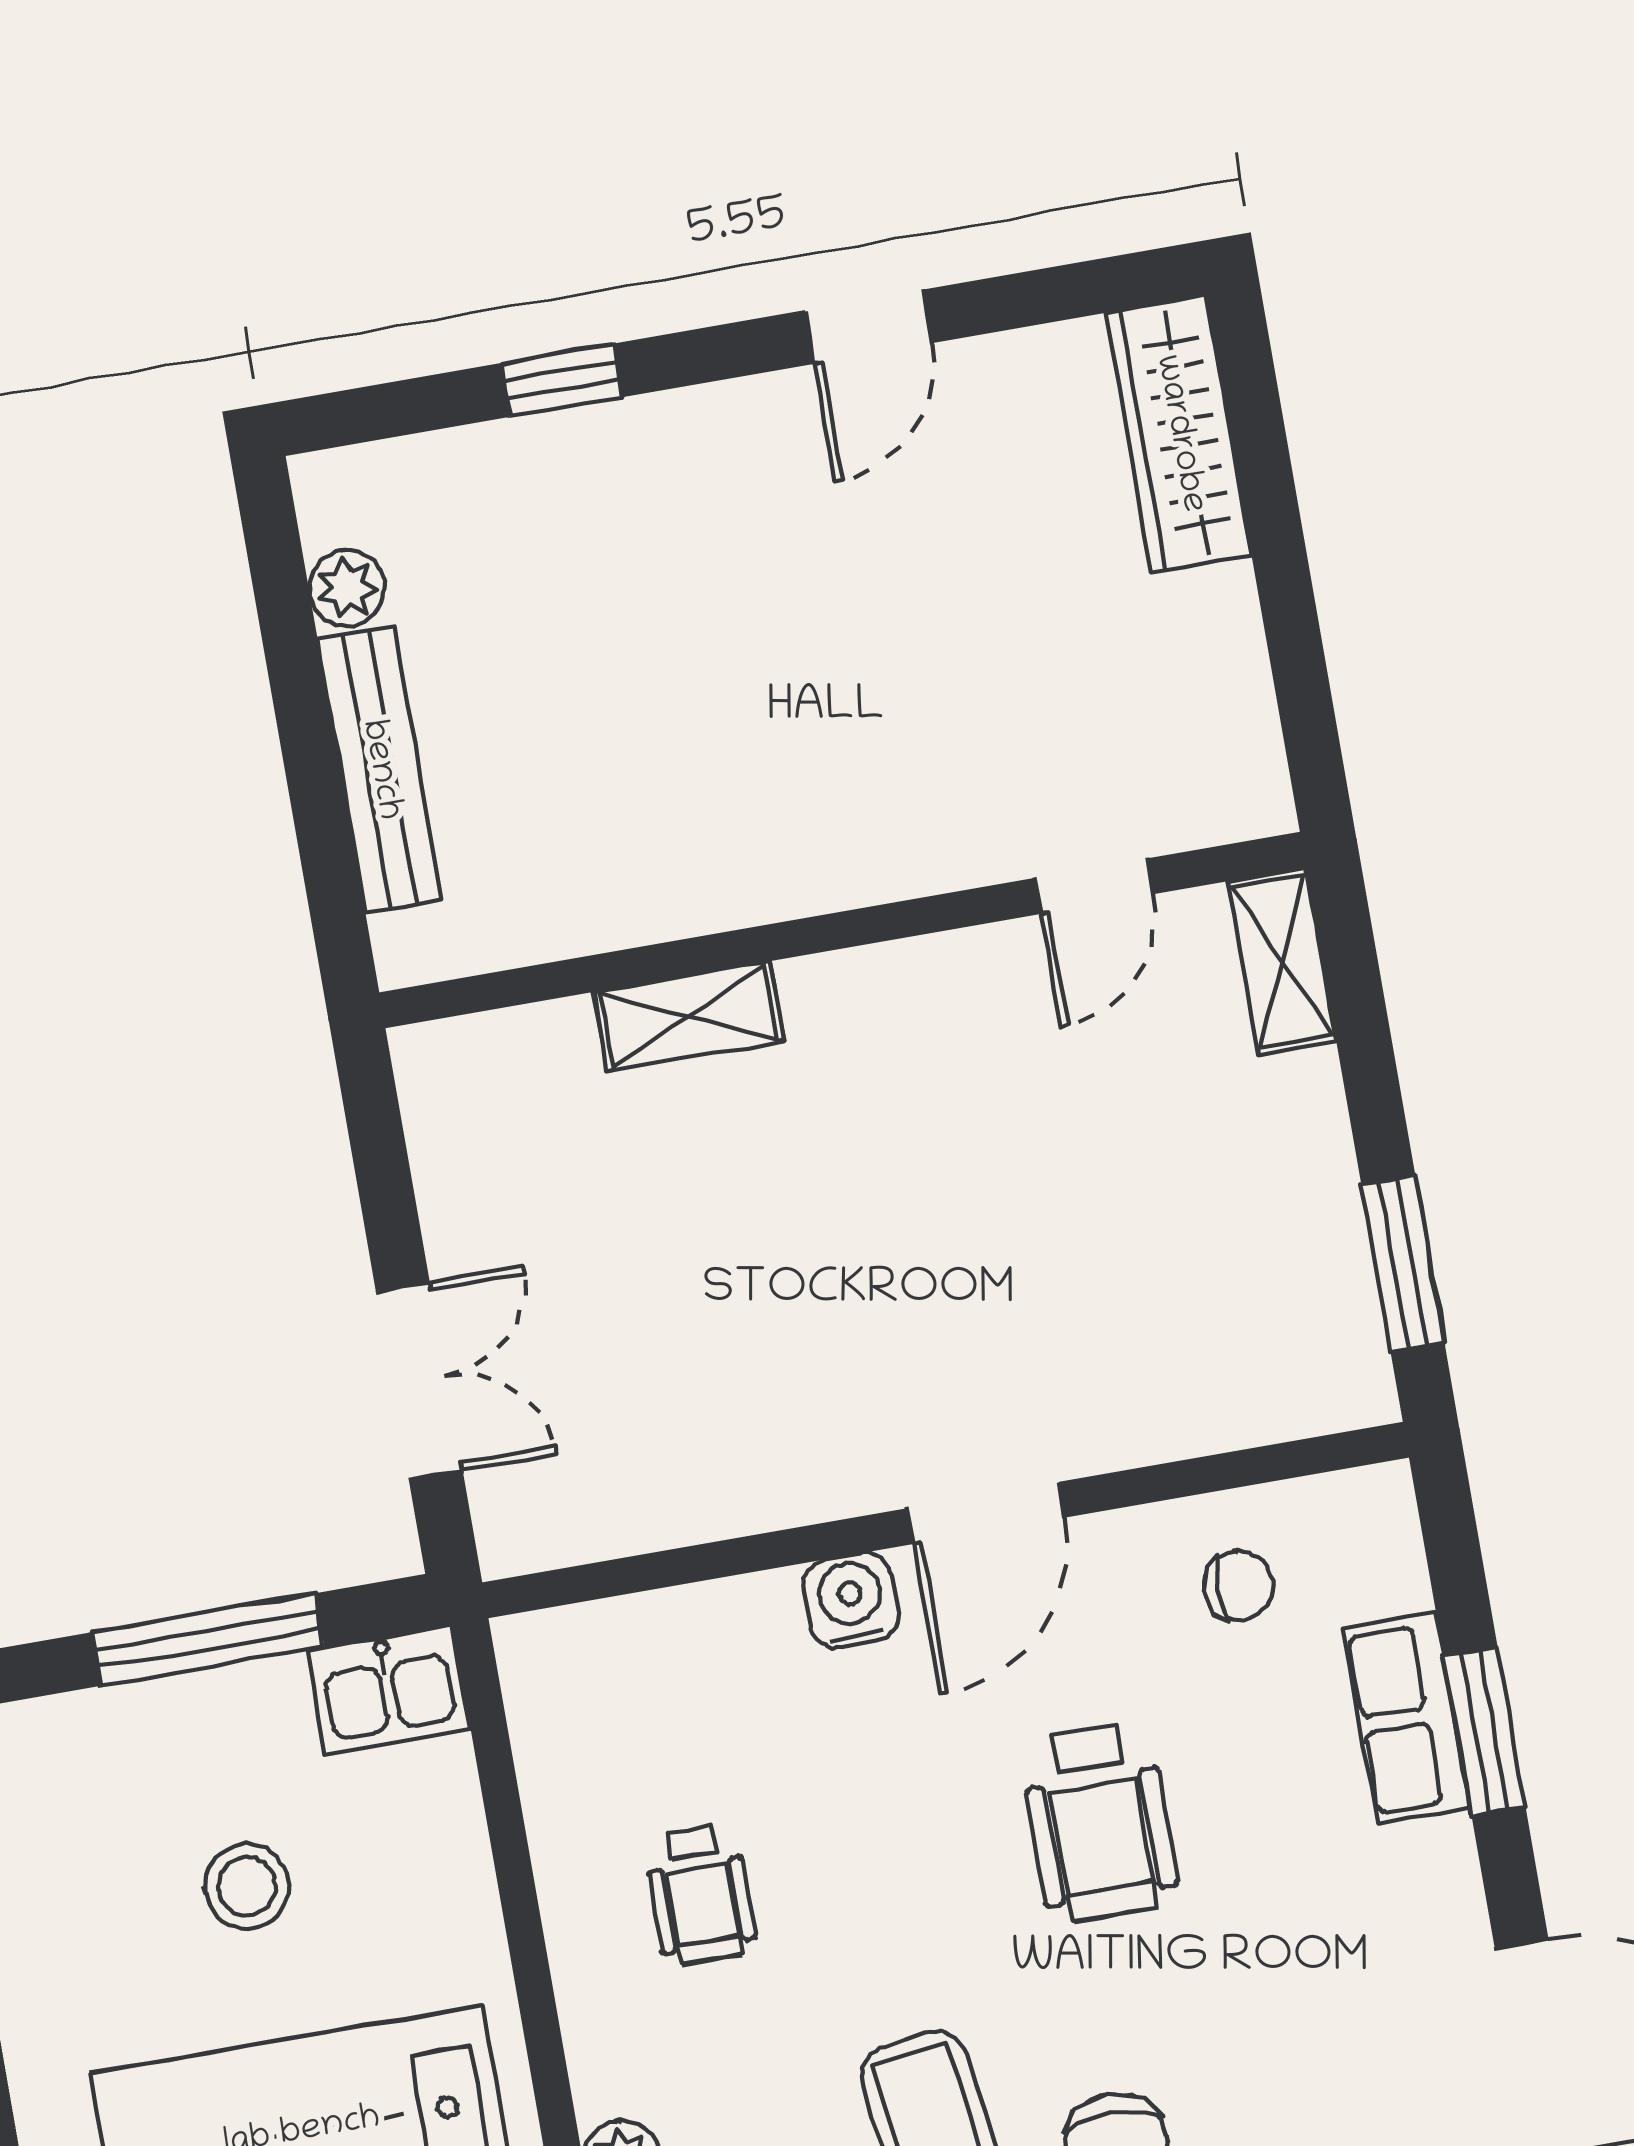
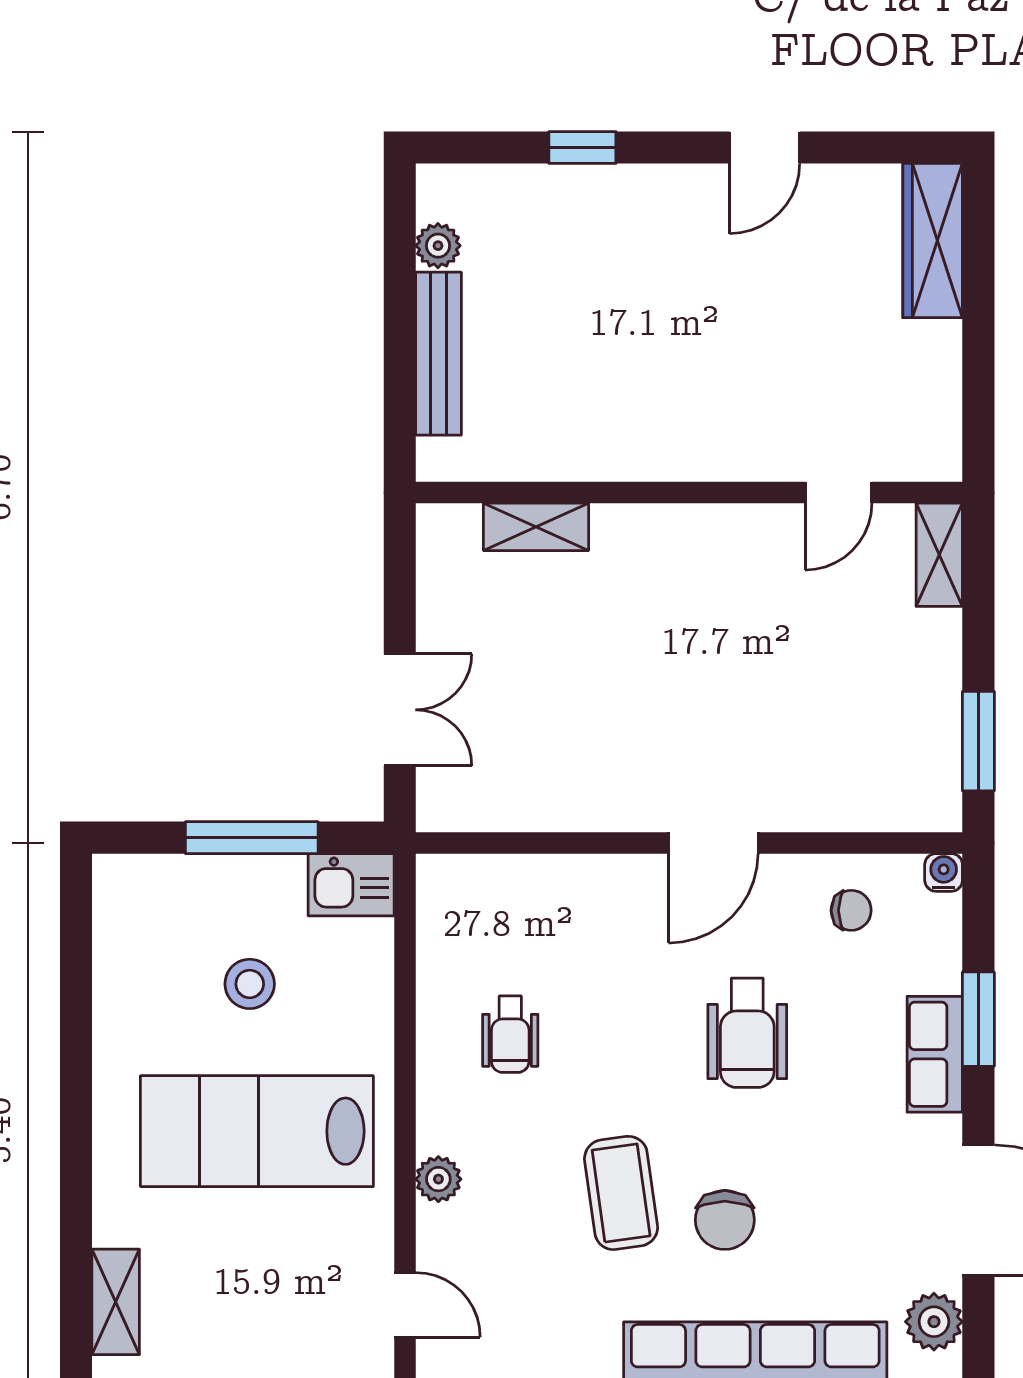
shelving: (689, 1016) -> (536, 527), moved
water cooler: (851, 1600) -> (944, 872), moved, width x0.72, depth x0.72
row of seats: (1407, 1718) -> (935, 1054), moved

